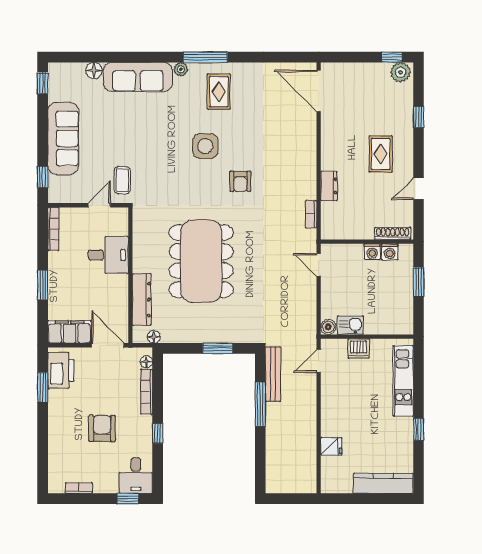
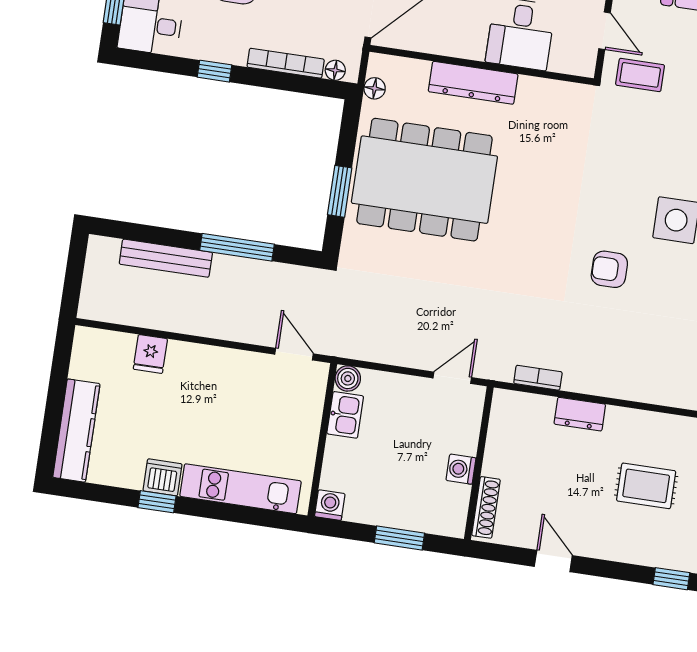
rug: (381, 154) -> (646, 486), moved
washing machine: (390, 252) -> (330, 505), moved, turned 90
dining table: (201, 261) -> (424, 180), moved
dresser: (142, 300) -> (473, 83), moved
dishwasher: (358, 348) -> (163, 477), moved, turned 90
bench: (273, 374) -> (166, 258), moved

